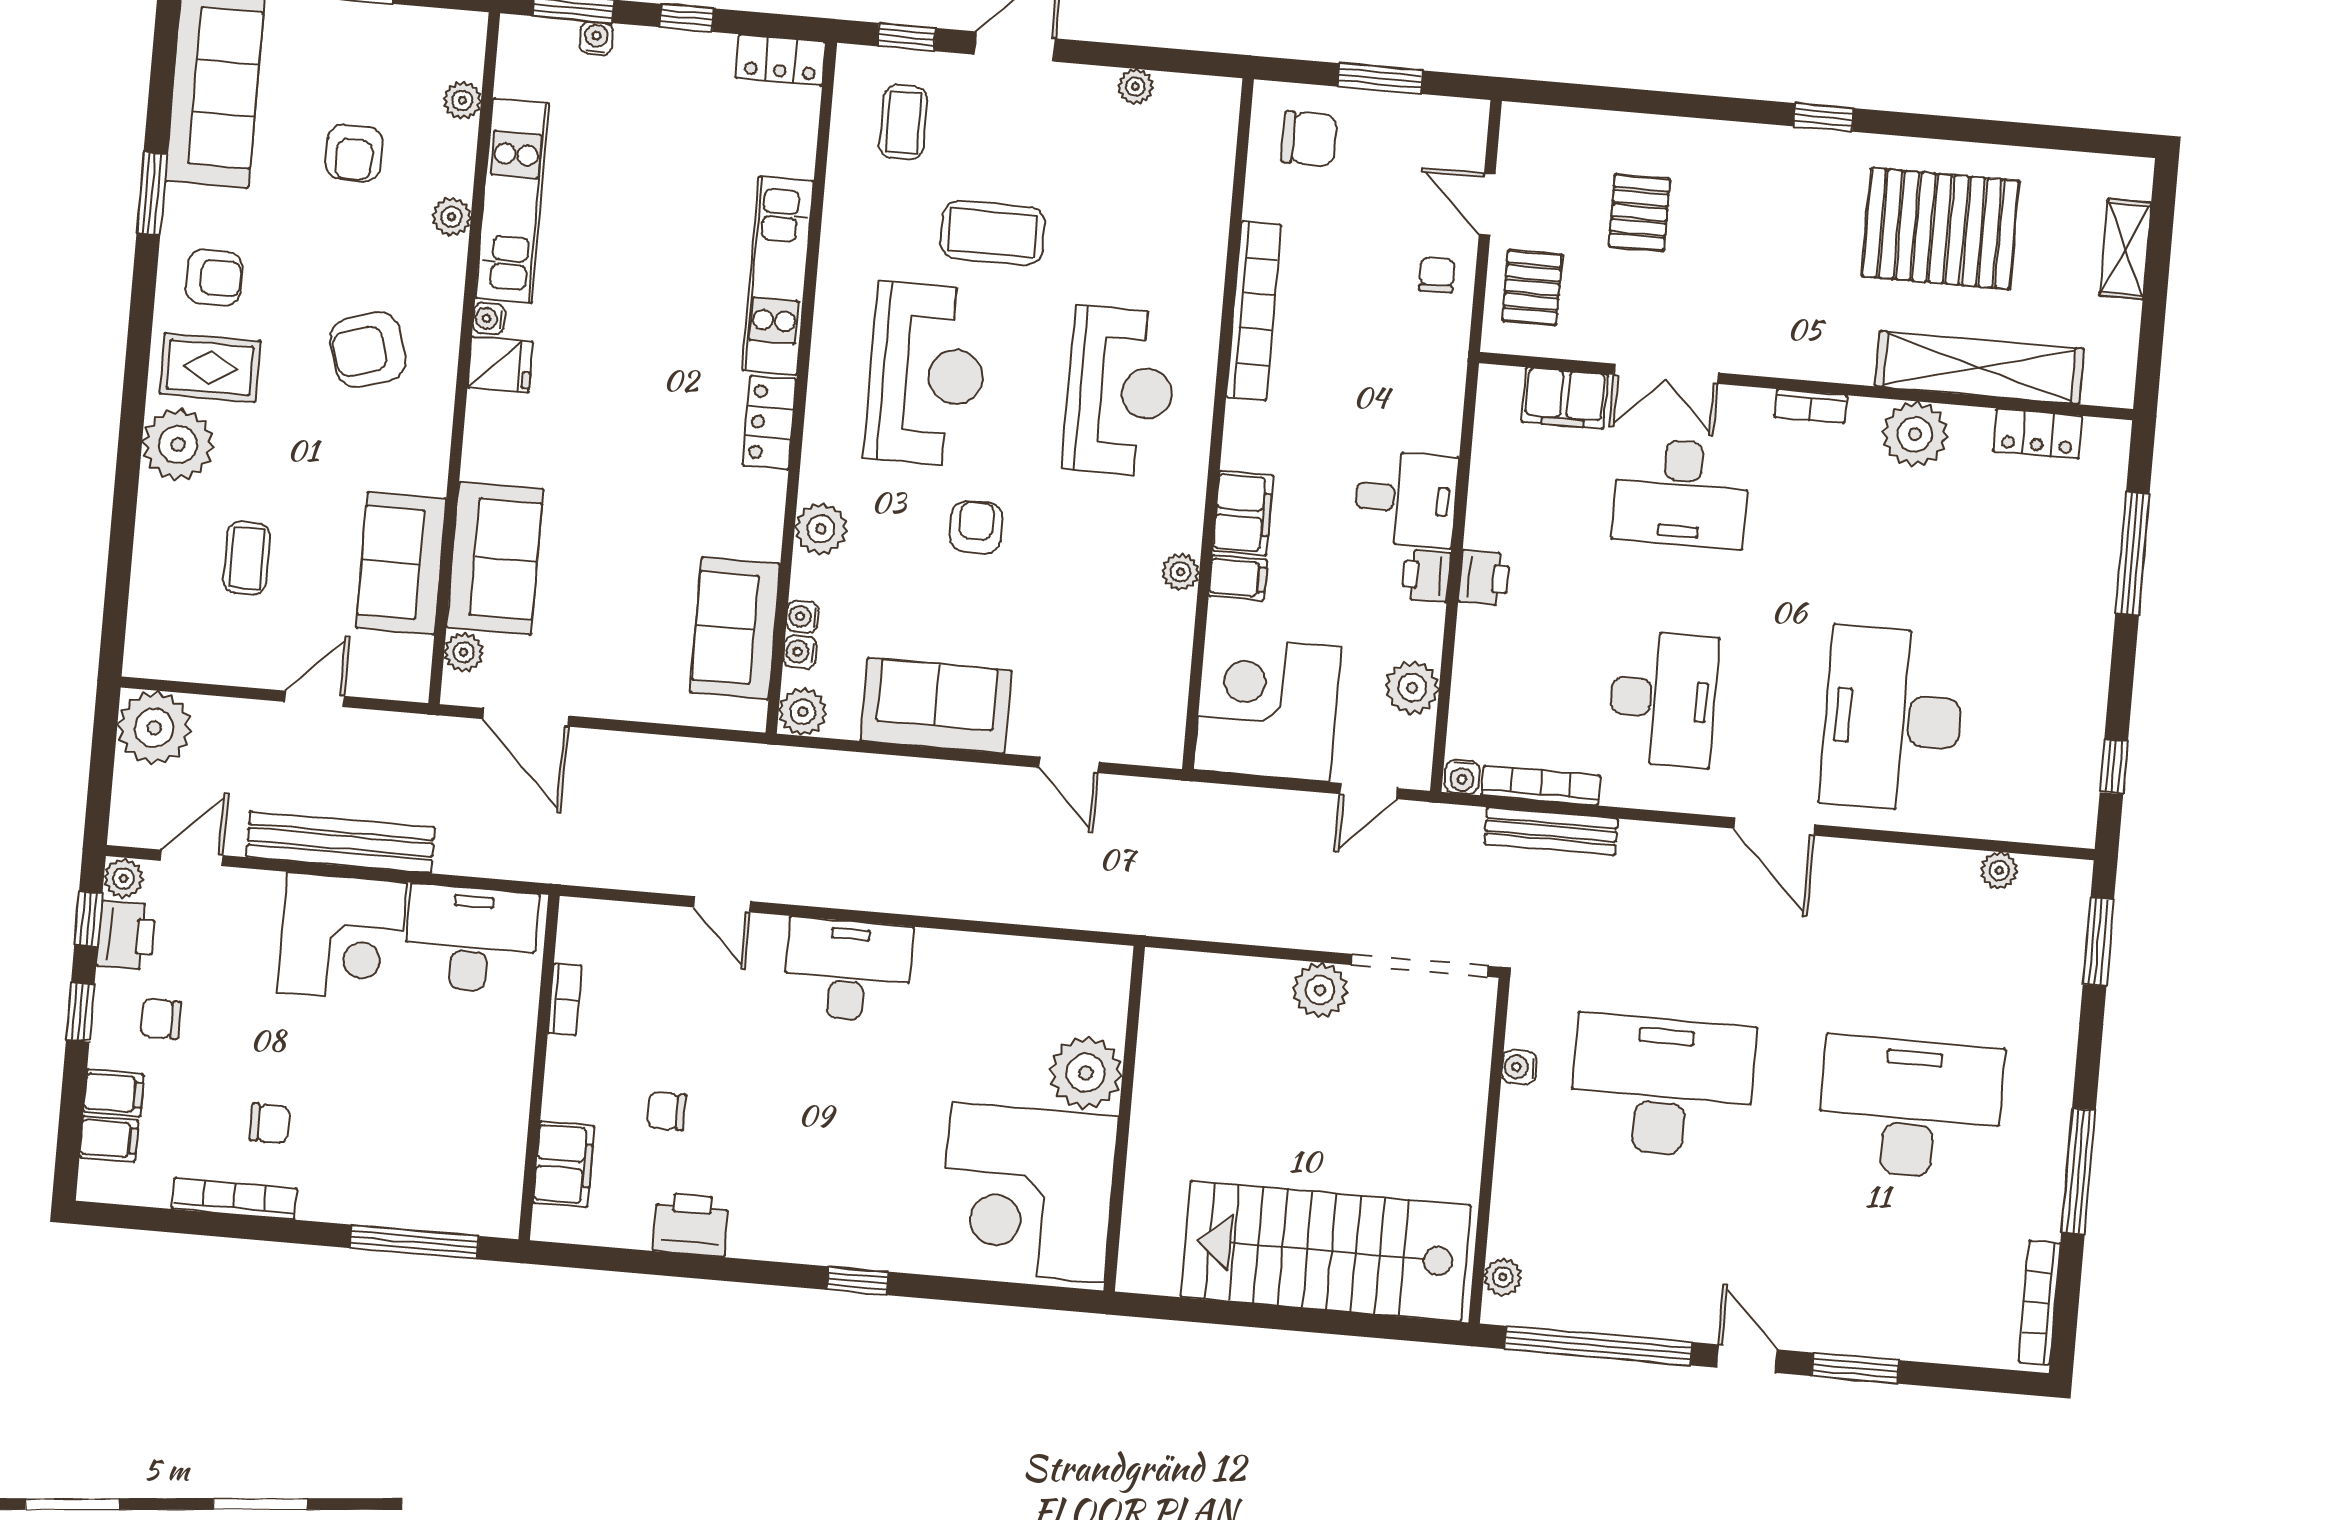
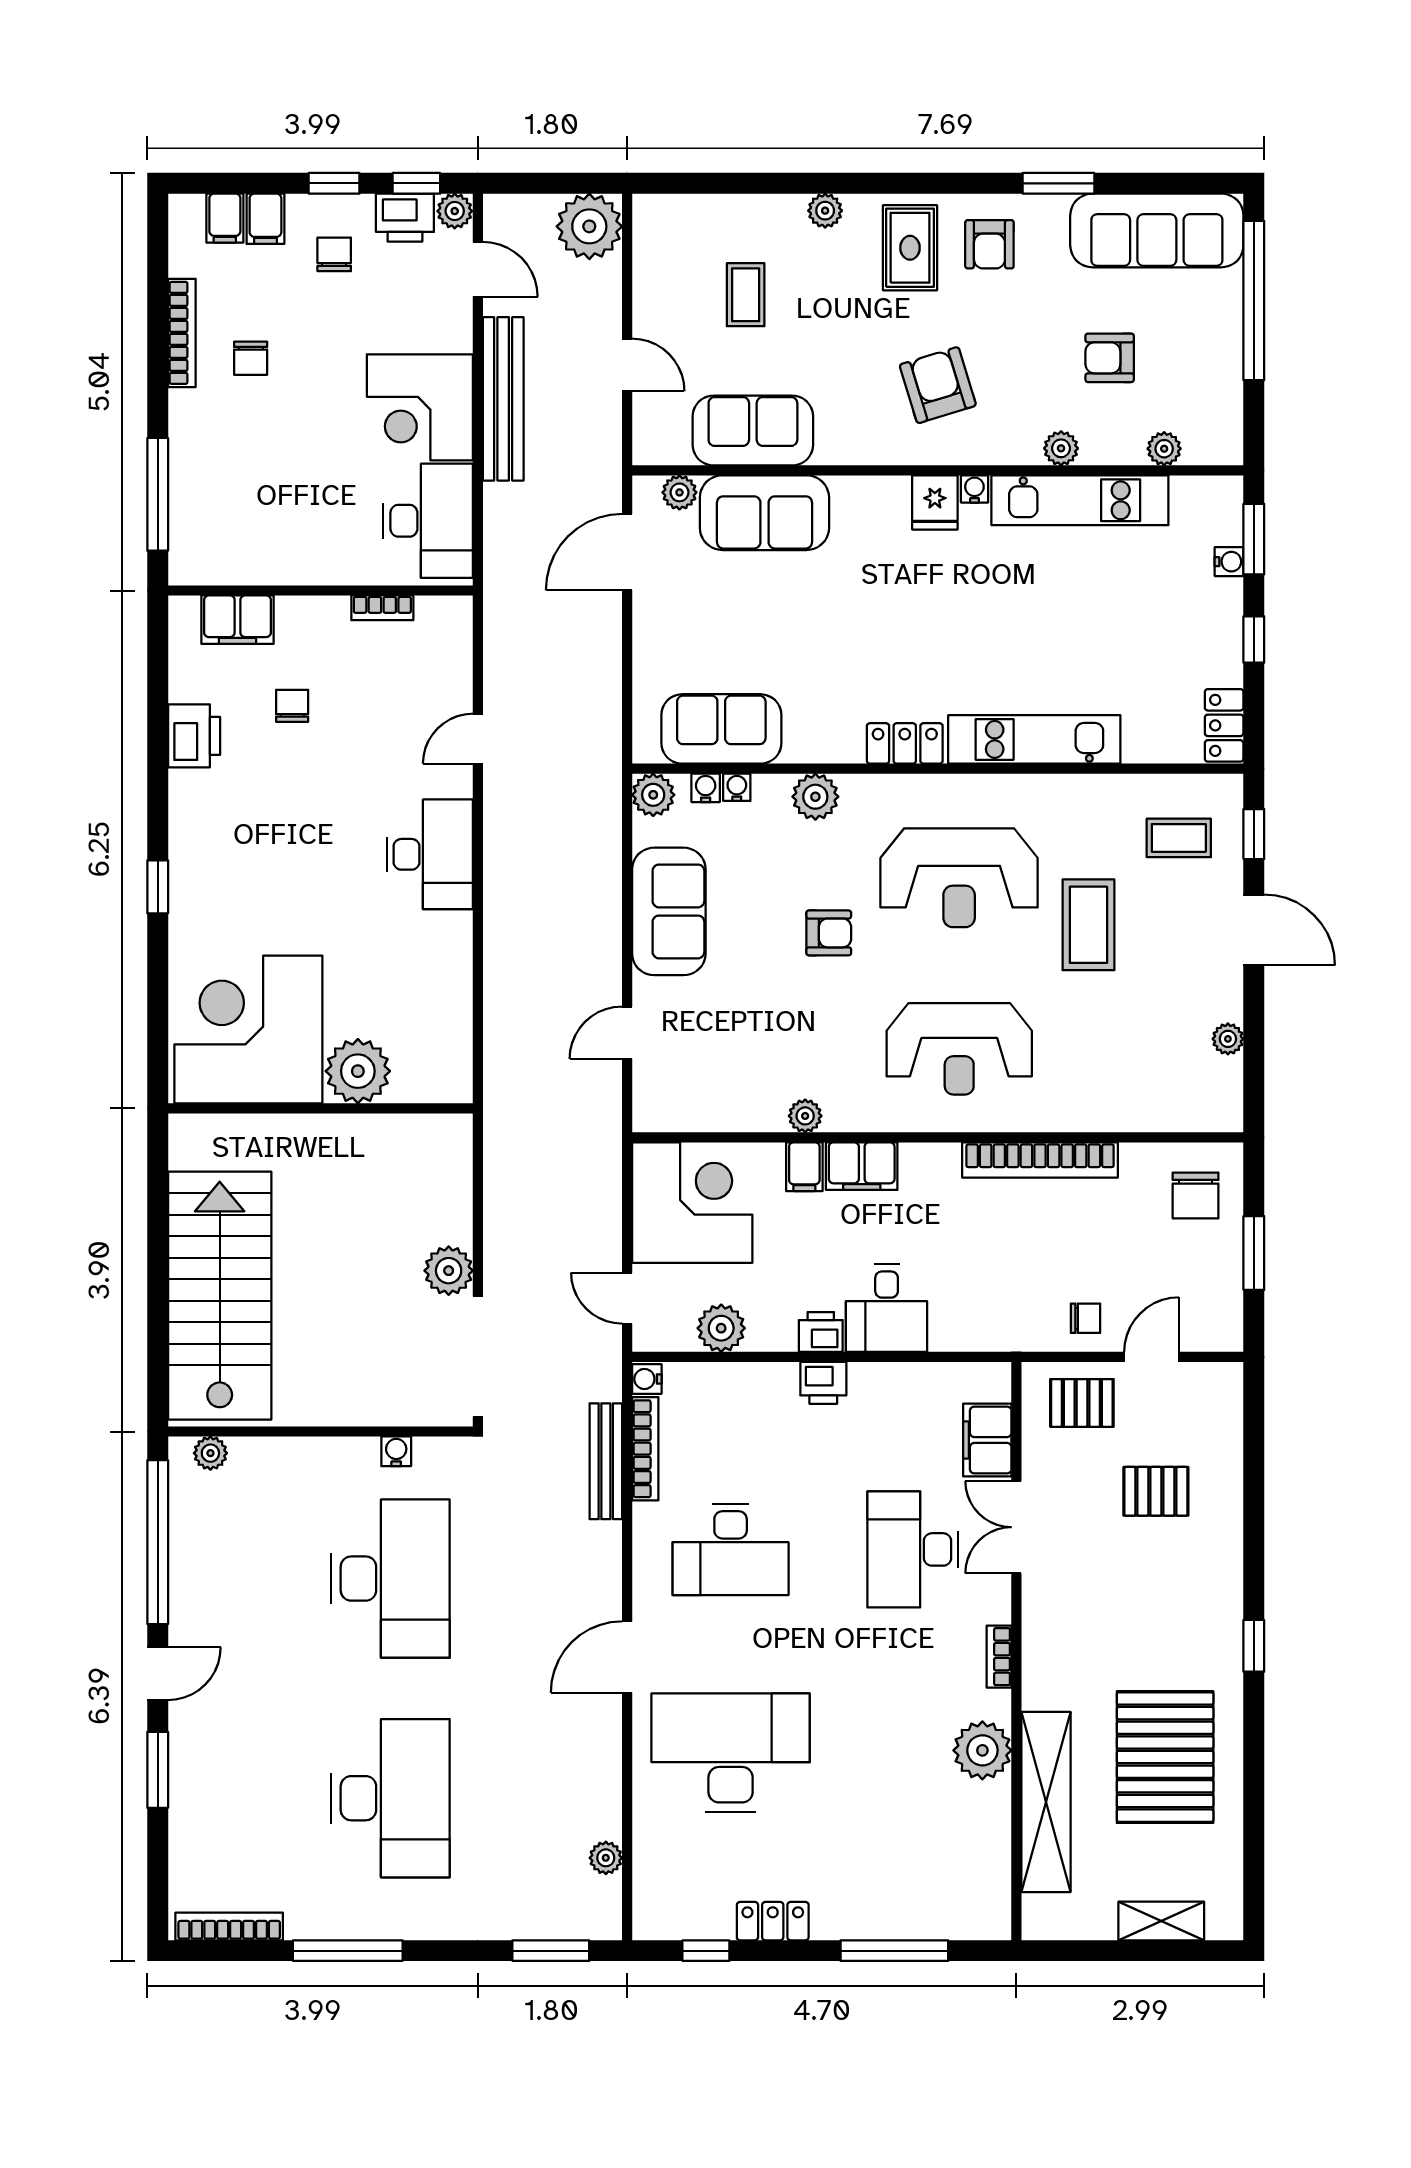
locker: (2038, 434) -> (773, 1921), moved, turned 90
plant: (178, 444) -> (825, 211), width x0.53, depth x0.53
coffee table: (247, 558) -> (746, 295), turned 90

